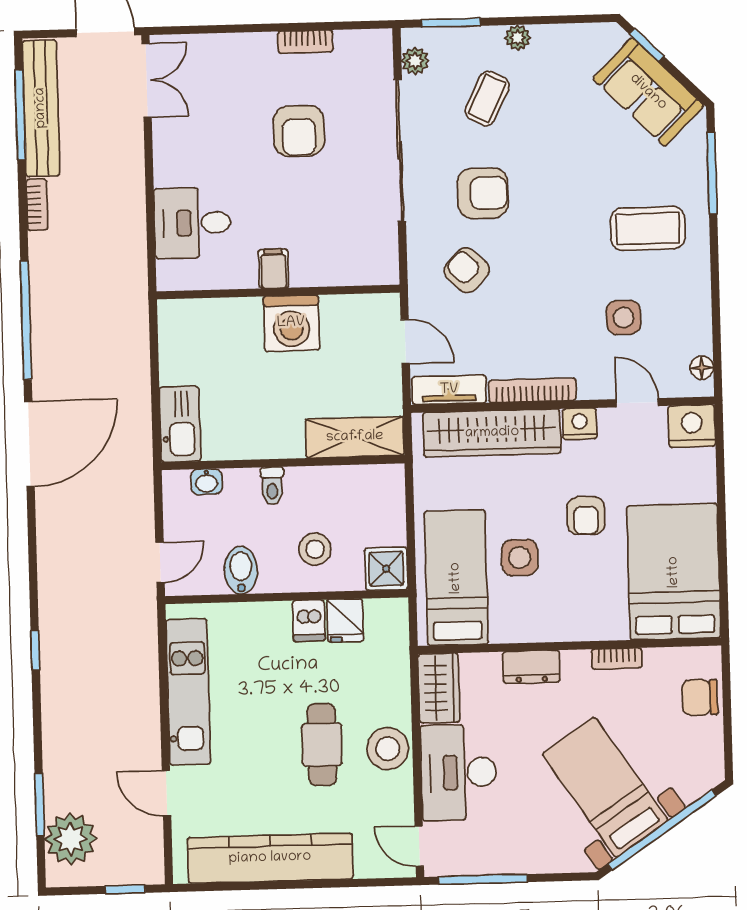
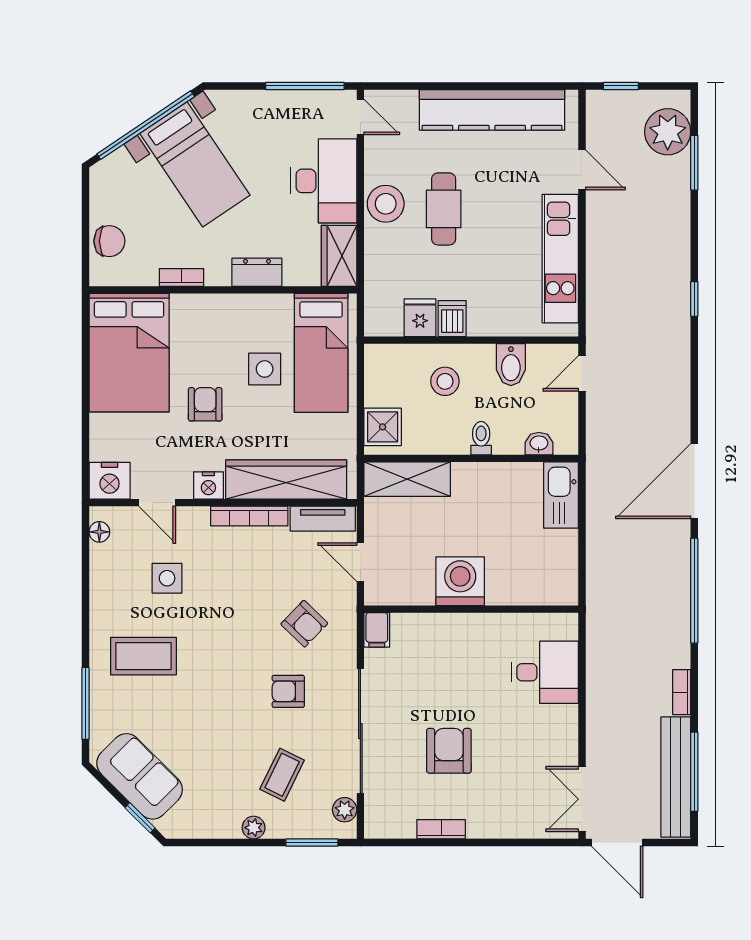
armchair: (483, 193) -> (288, 691), width x0.72, depth x0.72
filing cabinet: (274, 269) -> (377, 630), moved
shower: (386, 569) -> (383, 427), moved

